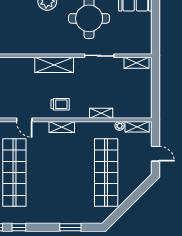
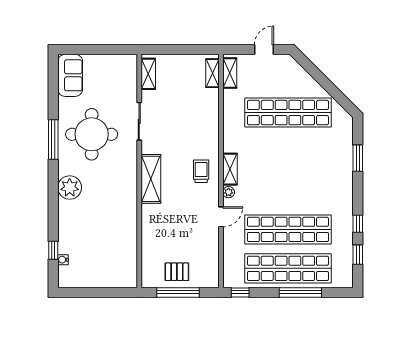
shelving: (101, 113) -> (212, 73), moved
plant: (120, 126) -> (229, 192), moved

